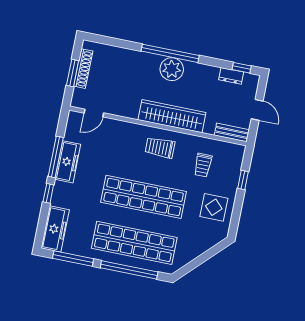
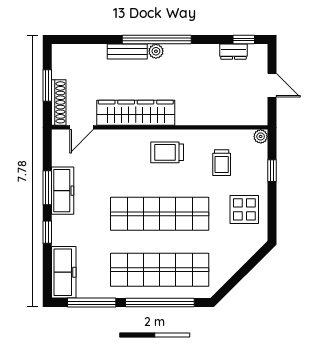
shoe rack: (83, 69) -> (59, 102), moved
plant: (172, 69) -> (156, 51), width x0.53, depth x0.53
wardrobe: (172, 116) -> (136, 113), moved
bench: (232, 133) -> (127, 51), moved
plant: (239, 150) -> (261, 136), added
window: (56, 157) -> (47, 188), width x0.69

